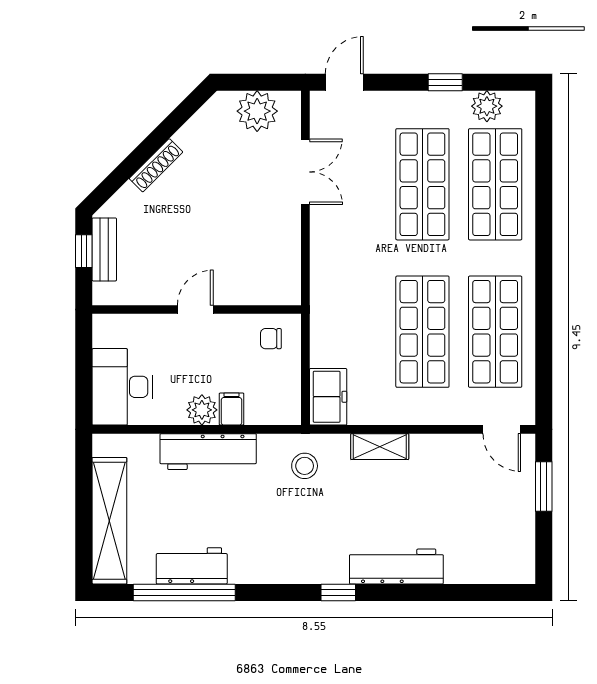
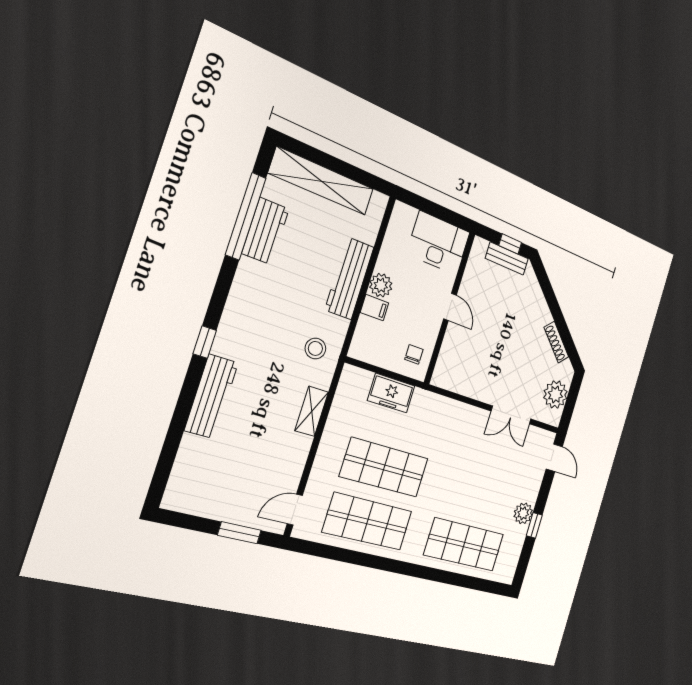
plant: (487, 106) -> (523, 513), moved
shoe rack: (156, 165) -> (556, 342), moved
shop shelf: (422, 184) -> (479, 494), removed
desk: (122, 387) -> (438, 243), moved
freezer: (328, 397) -> (391, 393), moved

